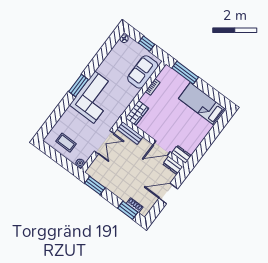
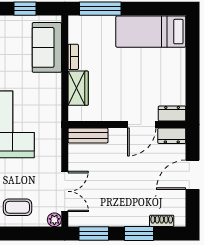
wardrobe: (137, 113) -> (78, 88), moved
double door: (104, 142) -> (65, 191), moved
window: (128, 210) -> (139, 234), moved

